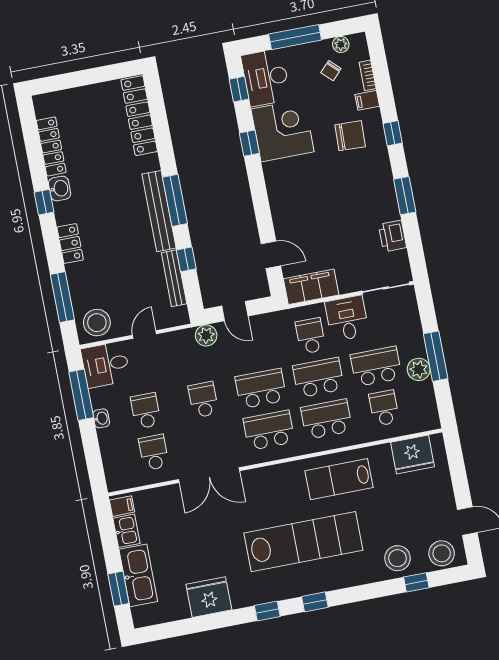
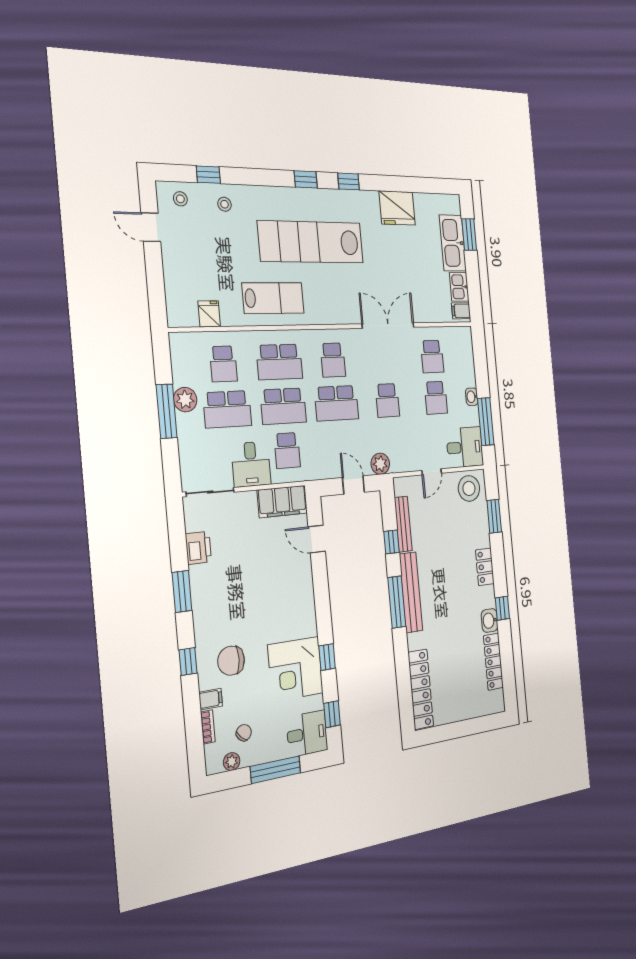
desk: (266, 78) -> (307, 734), width x0.73
window: (62, 297) -> (494, 516), width x0.69
school desk: (269, 430) -> (333, 360), width x0.54
fridge: (412, 455) -> (209, 314), width x0.53, depth x0.75
stool: (442, 553) -> (180, 199), width x0.53, depth x0.53
stool: (397, 558) -> (224, 204), width x0.53, depth x0.53

